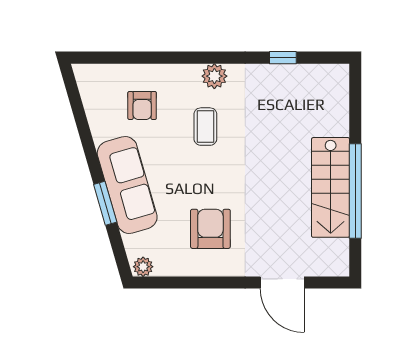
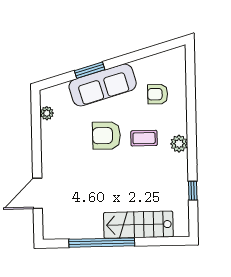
stairs: (331, 187) -> (138, 225), moved
armchair: (210, 229) -> (106, 136), moved, turned 180
plant: (143, 267) -> (47, 113), moved

